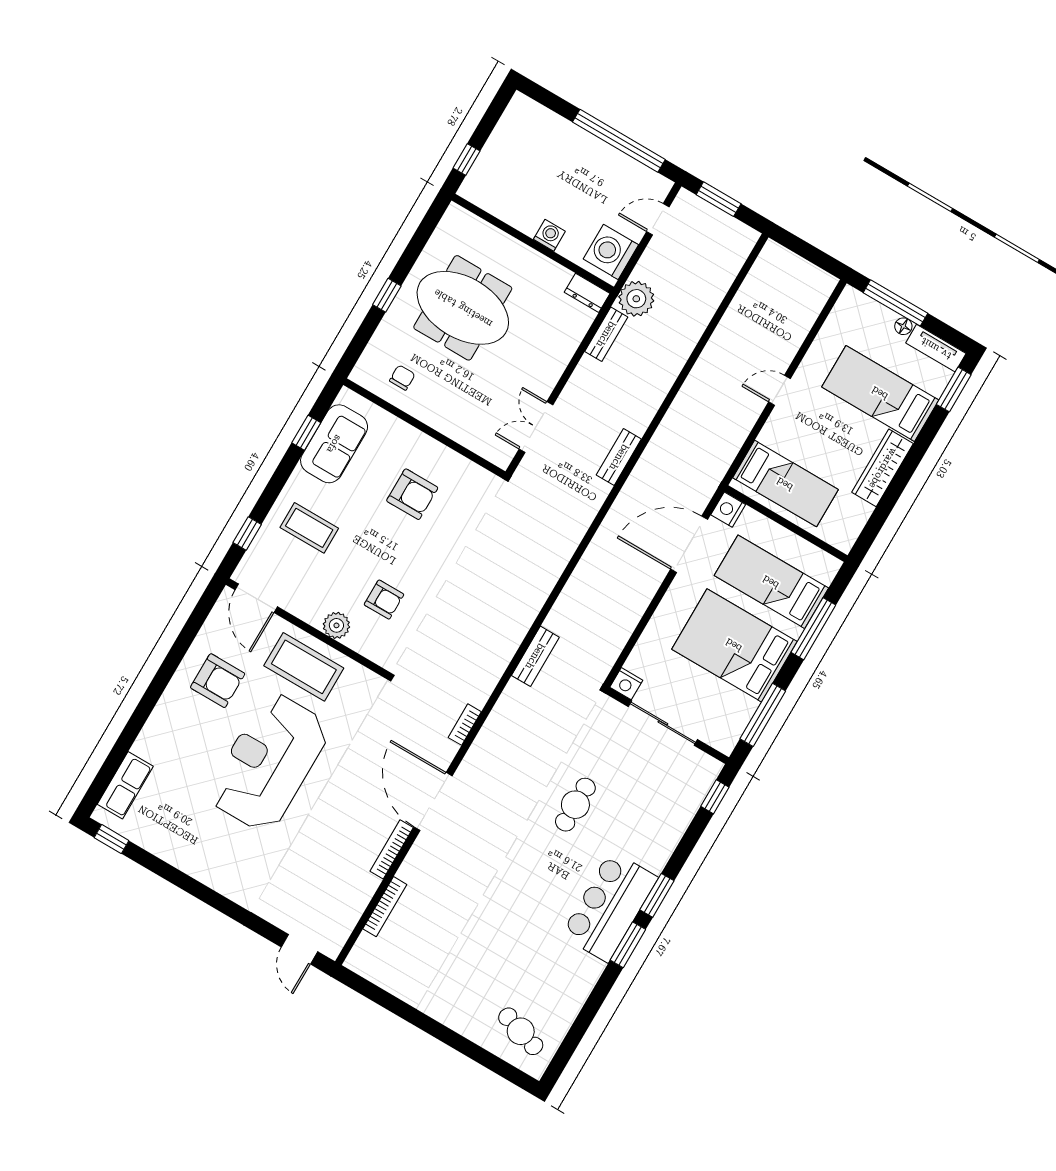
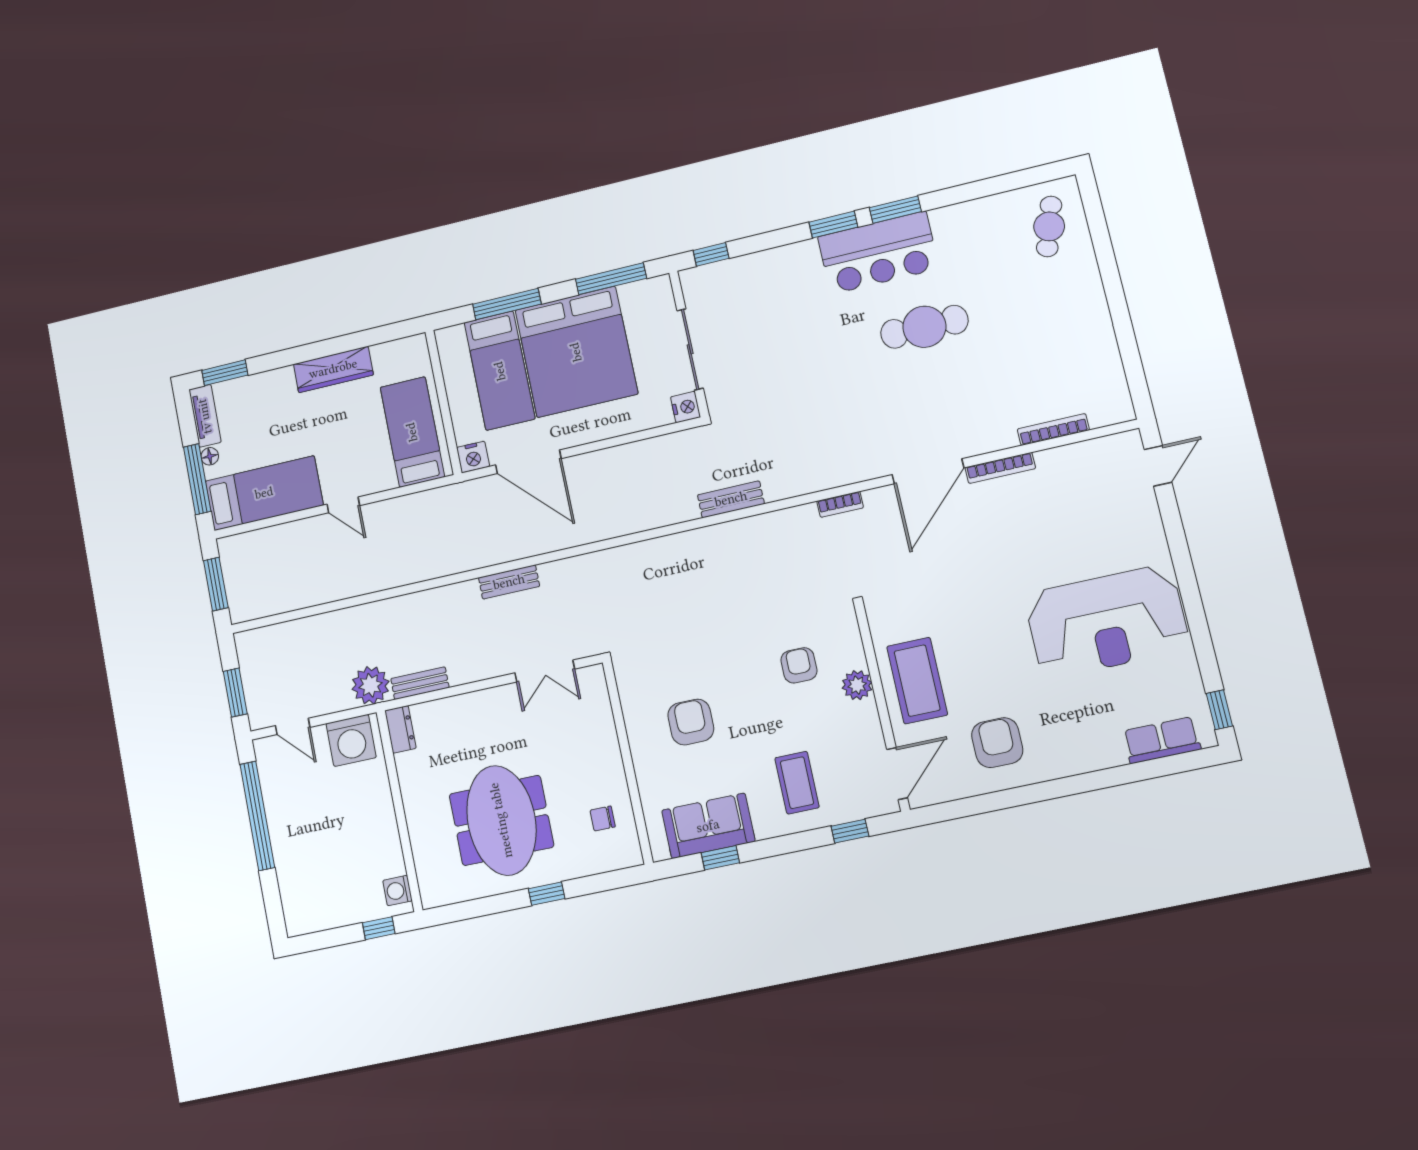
washing machine: (549, 235) -> (397, 891), moved
window: (808, 252) -> (216, 584), added
bed: (880, 393) -> (264, 493), moved, turned -90
bed: (734, 645) -> (576, 352), width x1.36
reception desk: (269, 762) -> (1107, 622), moved
cafe table: (575, 805) -> (924, 327), moved, width x1.37, depth x1.35

